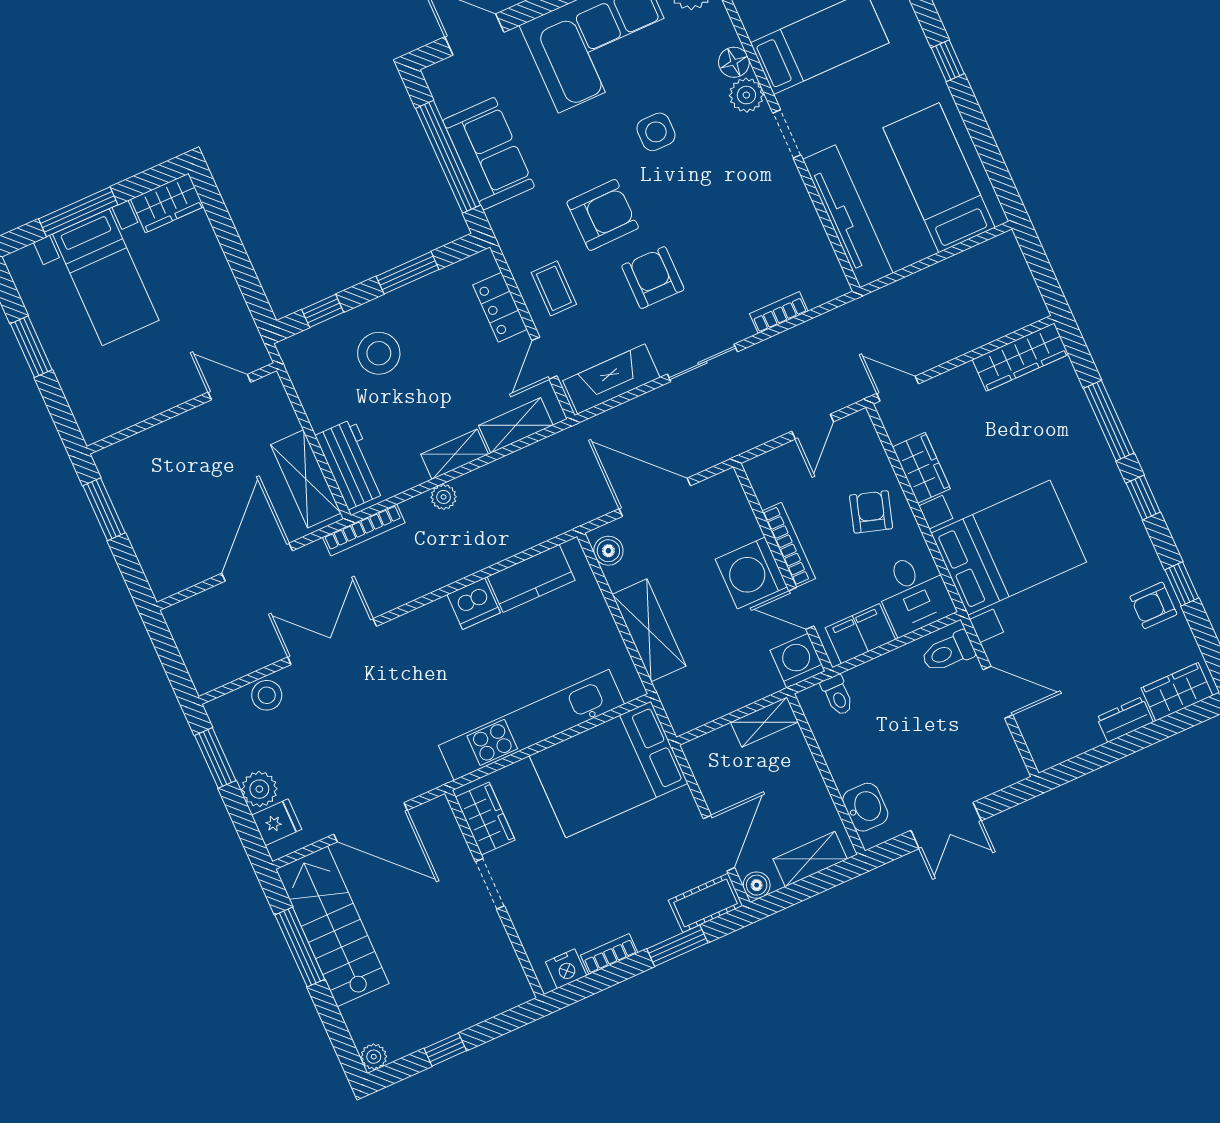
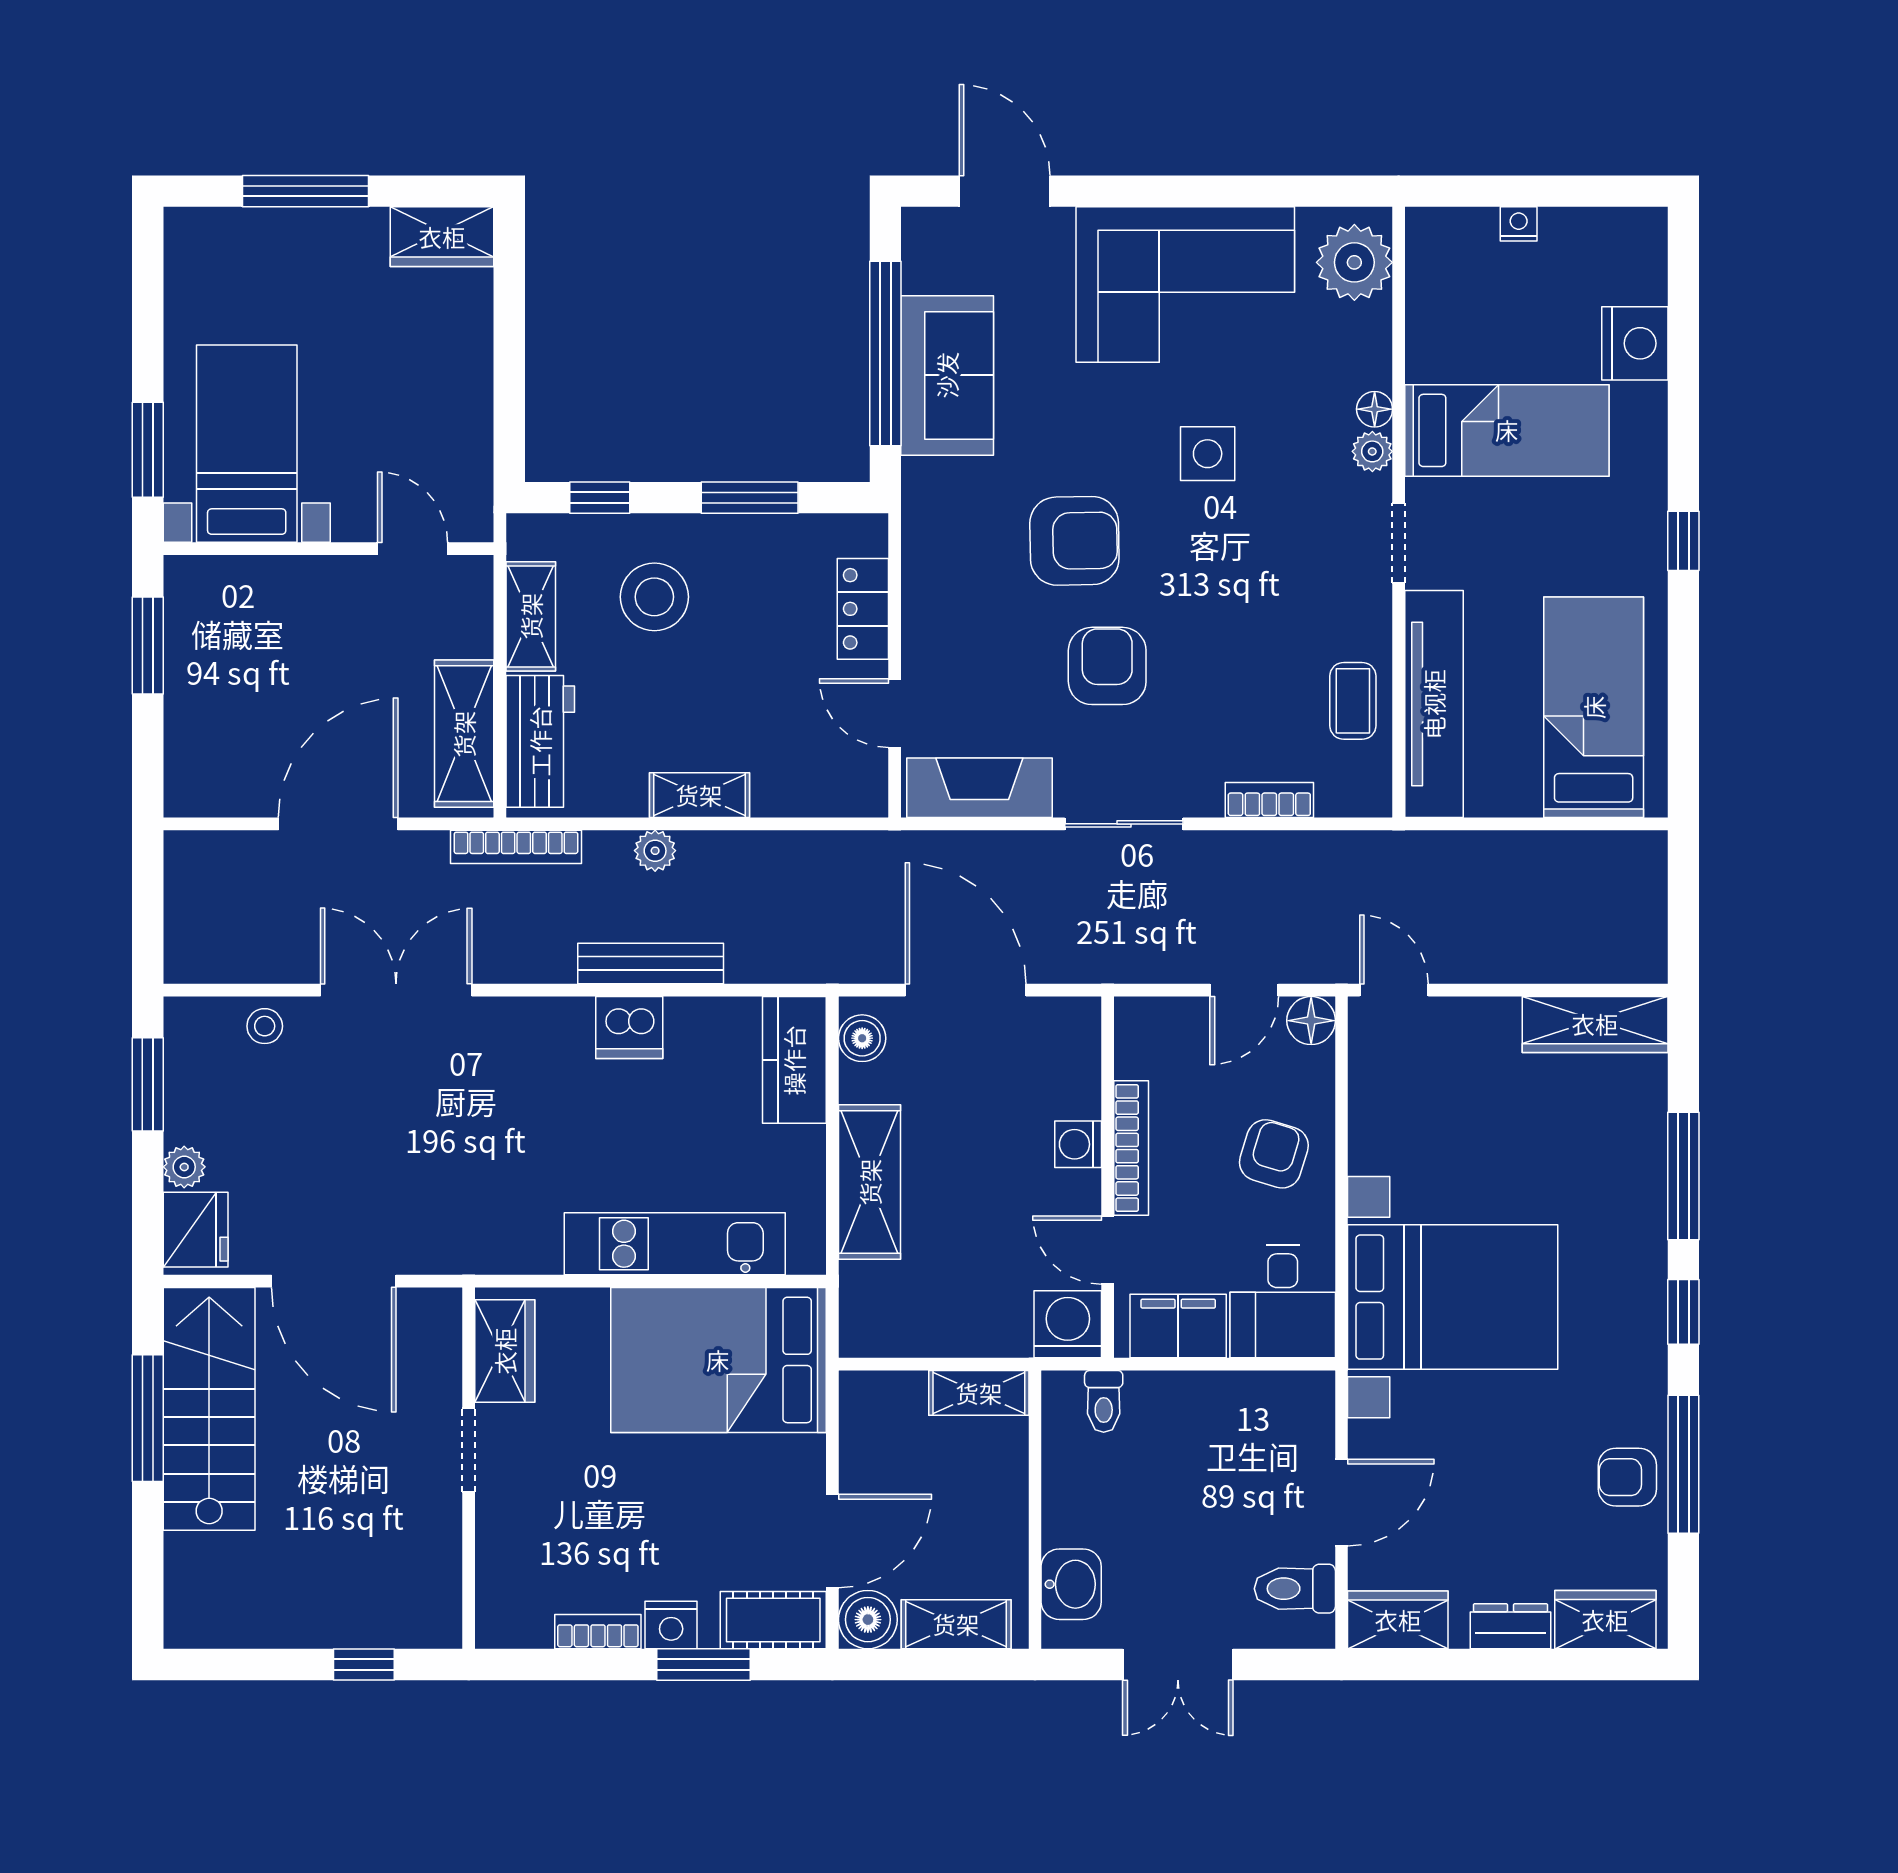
floor lamp: (734, 62) -> (1375, 409), width x0.73, depth x0.73
plant: (746, 95) -> (1372, 451), width x0.73, depth x0.73
bed with nightstands: (106, 277) -> (247, 444), moved, turned 180
coffee table: (554, 288) -> (1353, 701), moved
window: (31, 347) -> (148, 450), moved
door: (544, 358) -> (895, 713), hinge flipped
shelving: (516, 425) -> (531, 616), moved, turned 90
floor lamp: (858, 427) -> (1311, 1021), added
wardrobe: (921, 468) -> (1398, 1620), moved, turned -90
bench: (470, 562) -> (651, 964), added
washing machine: (751, 573) -> (1078, 1144), width x0.53, depth x0.53
kitchen counter: (531, 578) -> (794, 1060), moved, turned 90
window: (1182, 584) -> (1683, 1464), width x2.17
toilet: (948, 652) -> (1295, 1589), moved
door: (998, 692) -> (1342, 1503), hinge flipped
stool: (267, 695) -> (265, 1026), width x0.73, depth x0.73
kitchen unit: (532, 725) -> (675, 1244), width x0.73
plant: (259, 789) -> (184, 1167), width x0.73, depth x0.73
fridge: (277, 822) -> (196, 1230), width x1.38
boiler: (757, 885) -> (868, 1620), width x1.36, depth x1.36
nightstand: (566, 969) -> (671, 1625), moved
window: (445, 1050) -> (364, 1664), moved
plant: (374, 1057) -> (184, 1628), removed

